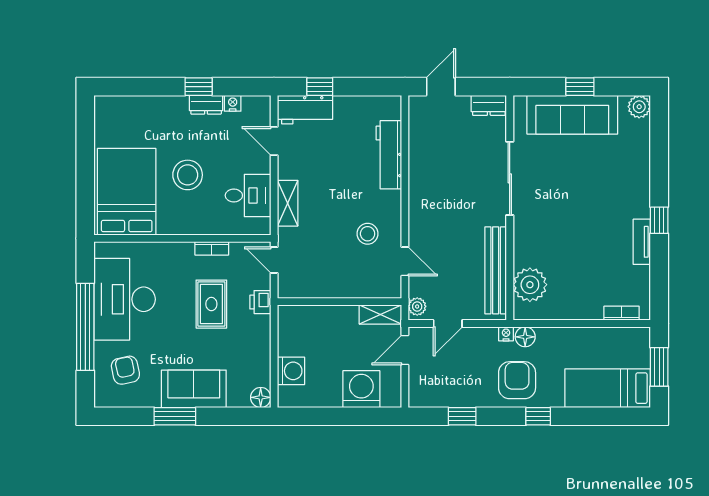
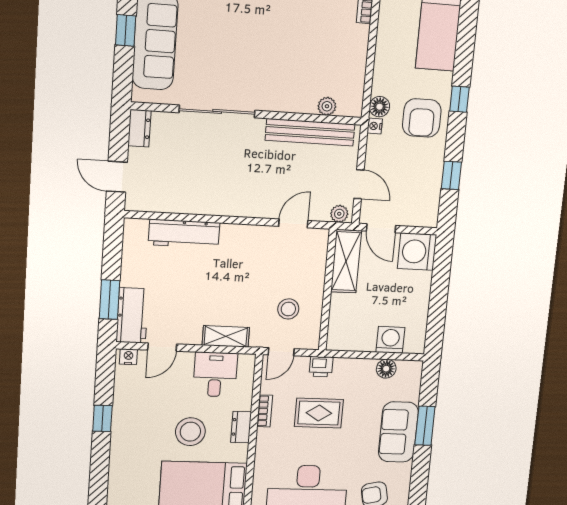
window: (320, 87) -> (110, 300), width x1.50
nightstand: (233, 103) -> (128, 357), moved, turned 90
dresser: (206, 105) -> (241, 427), moved, turned 180
stool: (368, 234) -> (288, 309), moved
plant: (530, 285) -> (327, 106), width x0.53, depth x0.53
shelving: (380, 315) -> (346, 261), width x1.50, depth x1.33
armchair: (517, 380) -> (422, 118), turned -90
washing machine: (361, 389) -> (417, 252), moved
floor lamp: (261, 397) -> (386, 369), moved
window: (175, 416) -> (425, 426), moved

